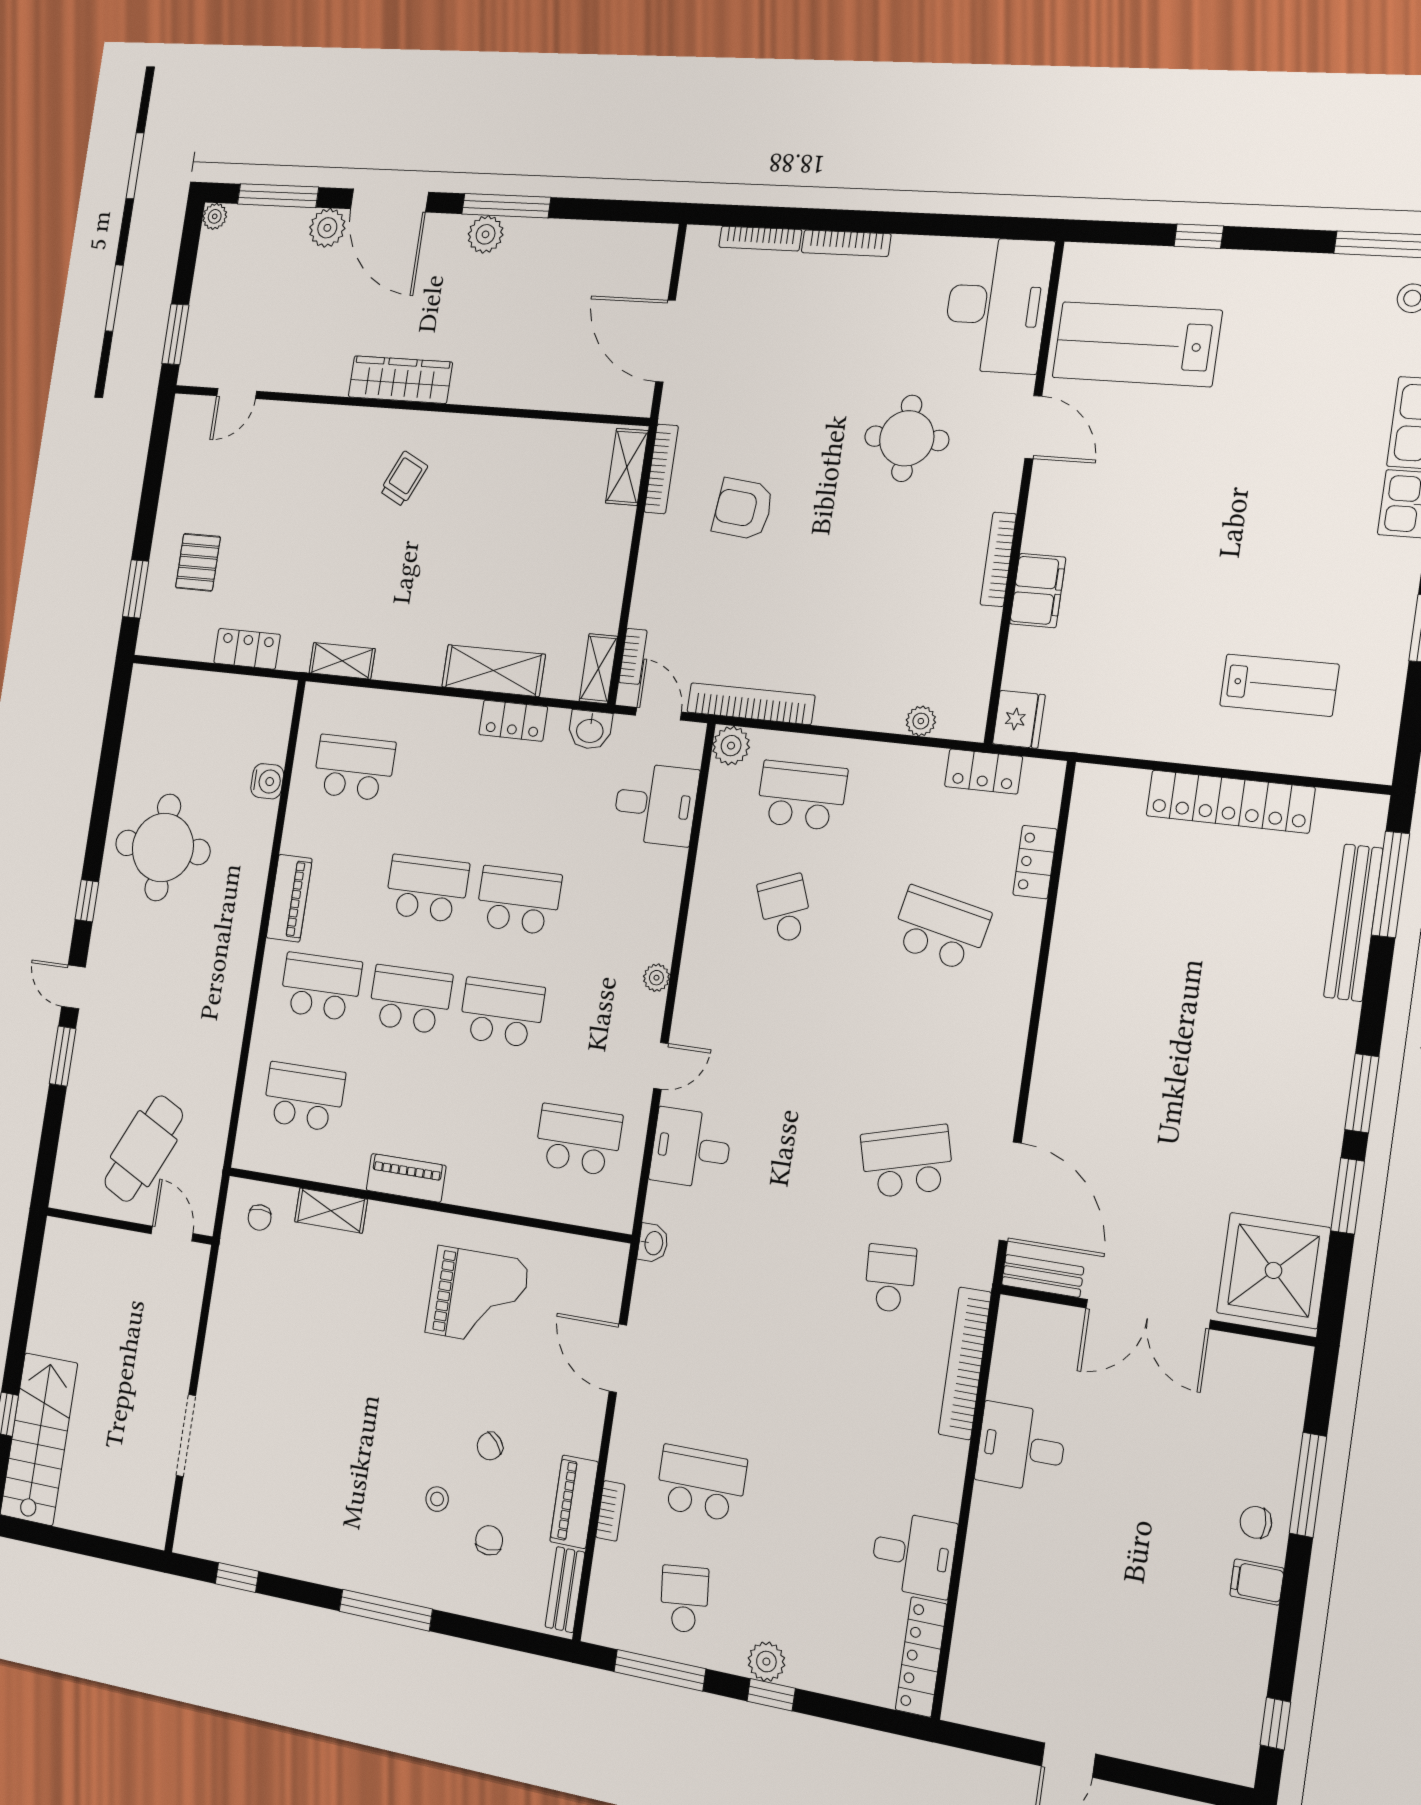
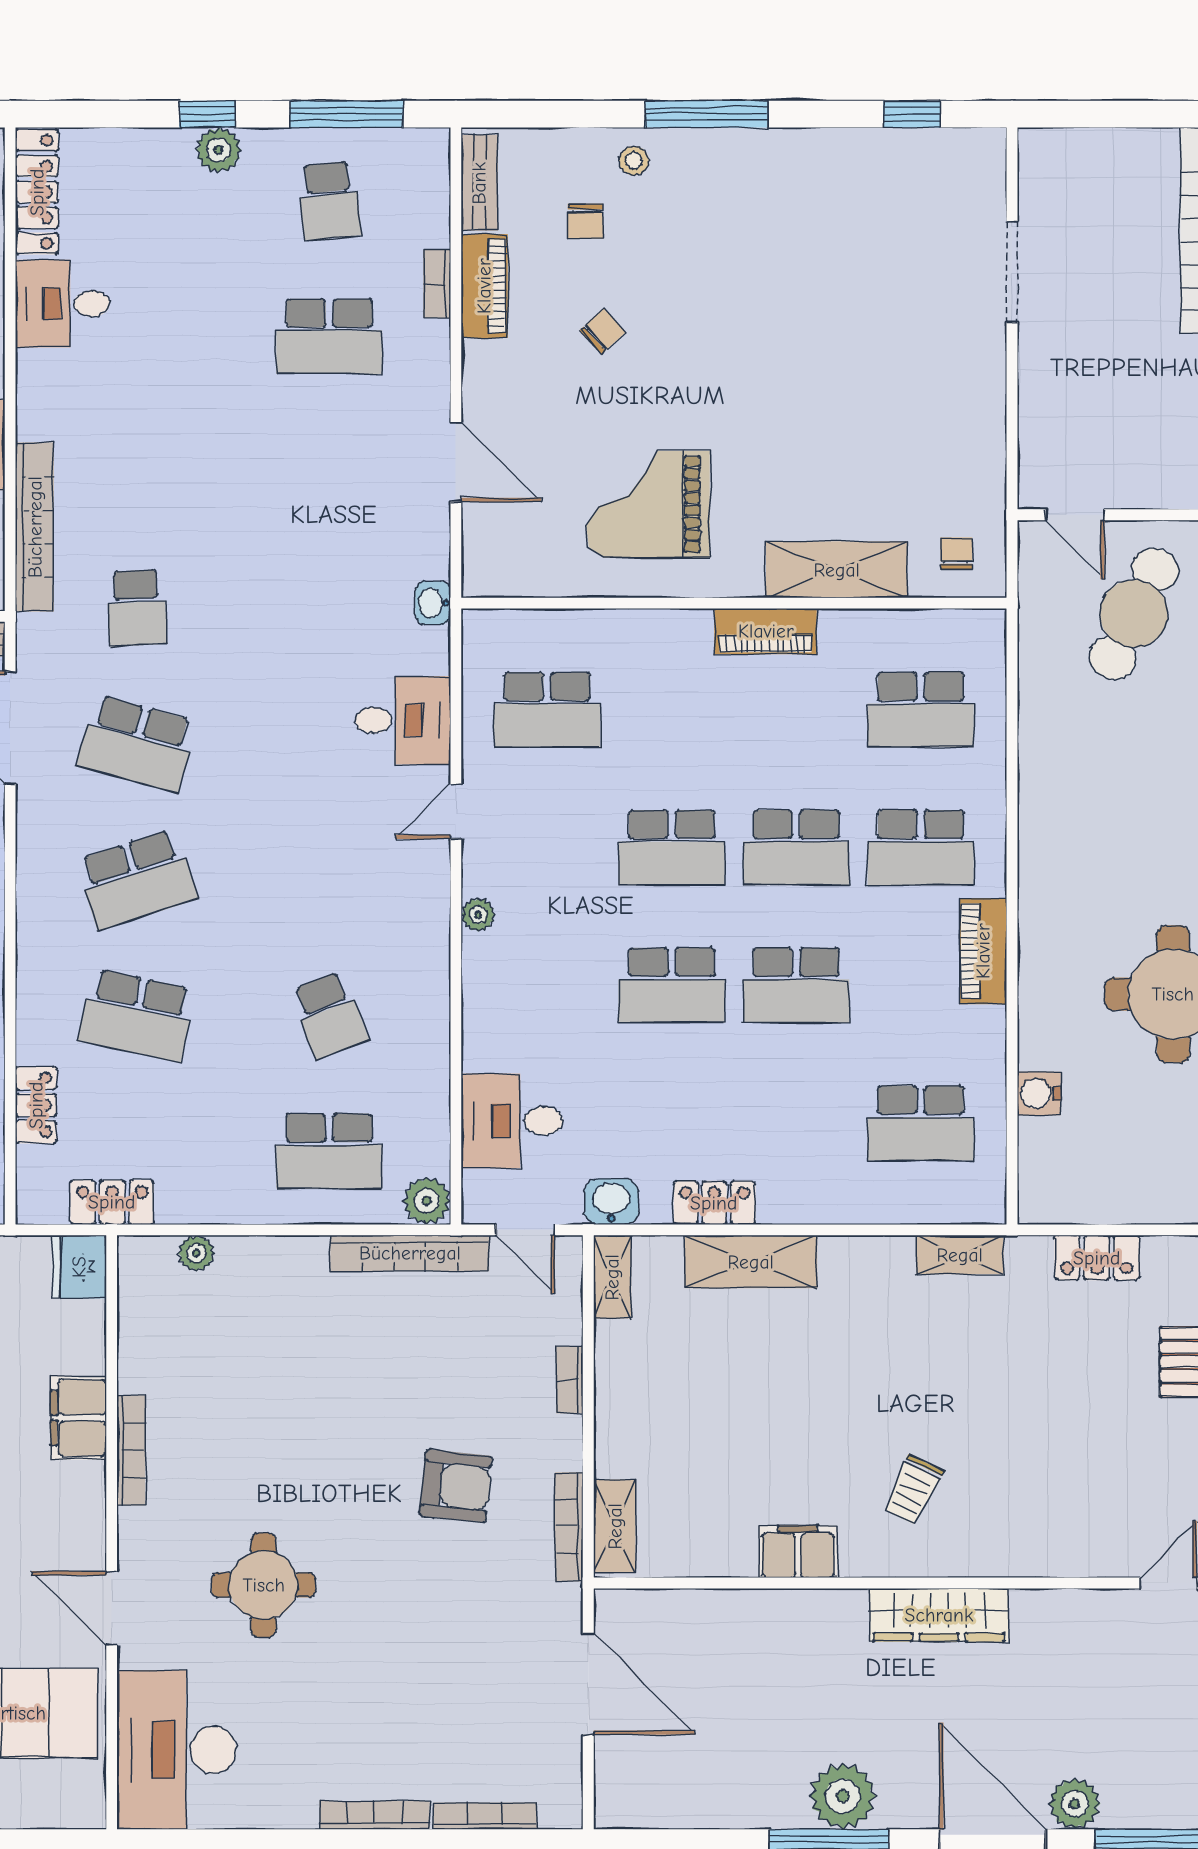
plant: (486, 234) -> (843, 1796), width x1.36, depth x1.36
filing cabinet: (494, 436) -> (798, 1552), added
bookcase: (633, 656) -> (570, 1380), moved
school desk: (924, 1045) -> (137, 880), added
school desk: (907, 1161) -> (137, 744), turned 30
shelving: (331, 1211) -> (837, 570), width x1.50, depth x1.33
stool: (437, 1499) -> (634, 161), moved

